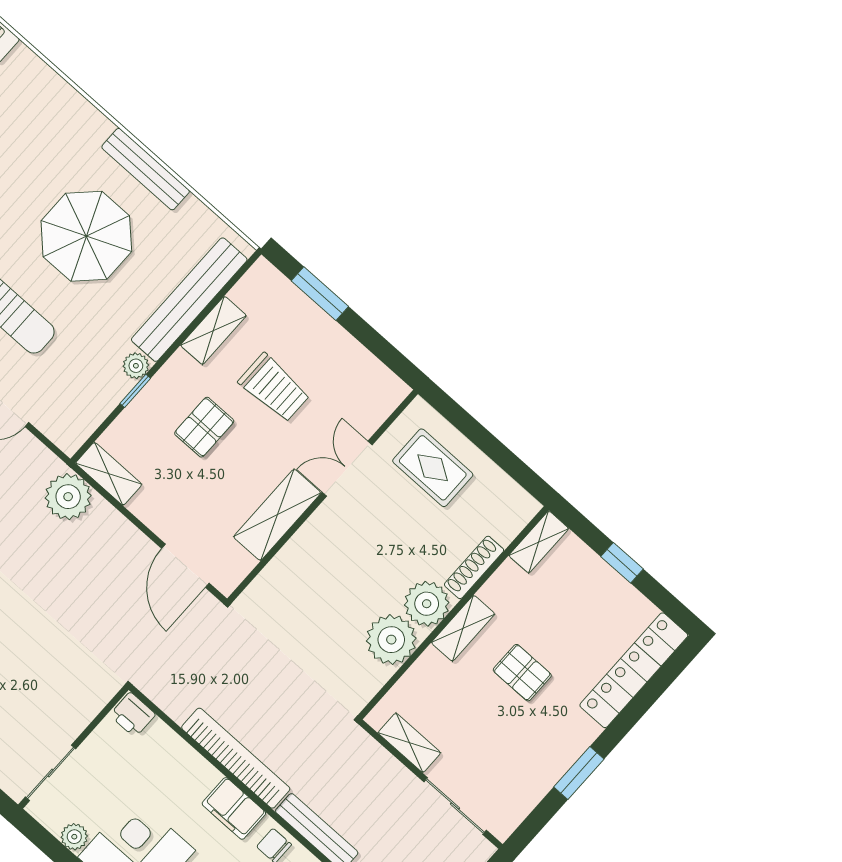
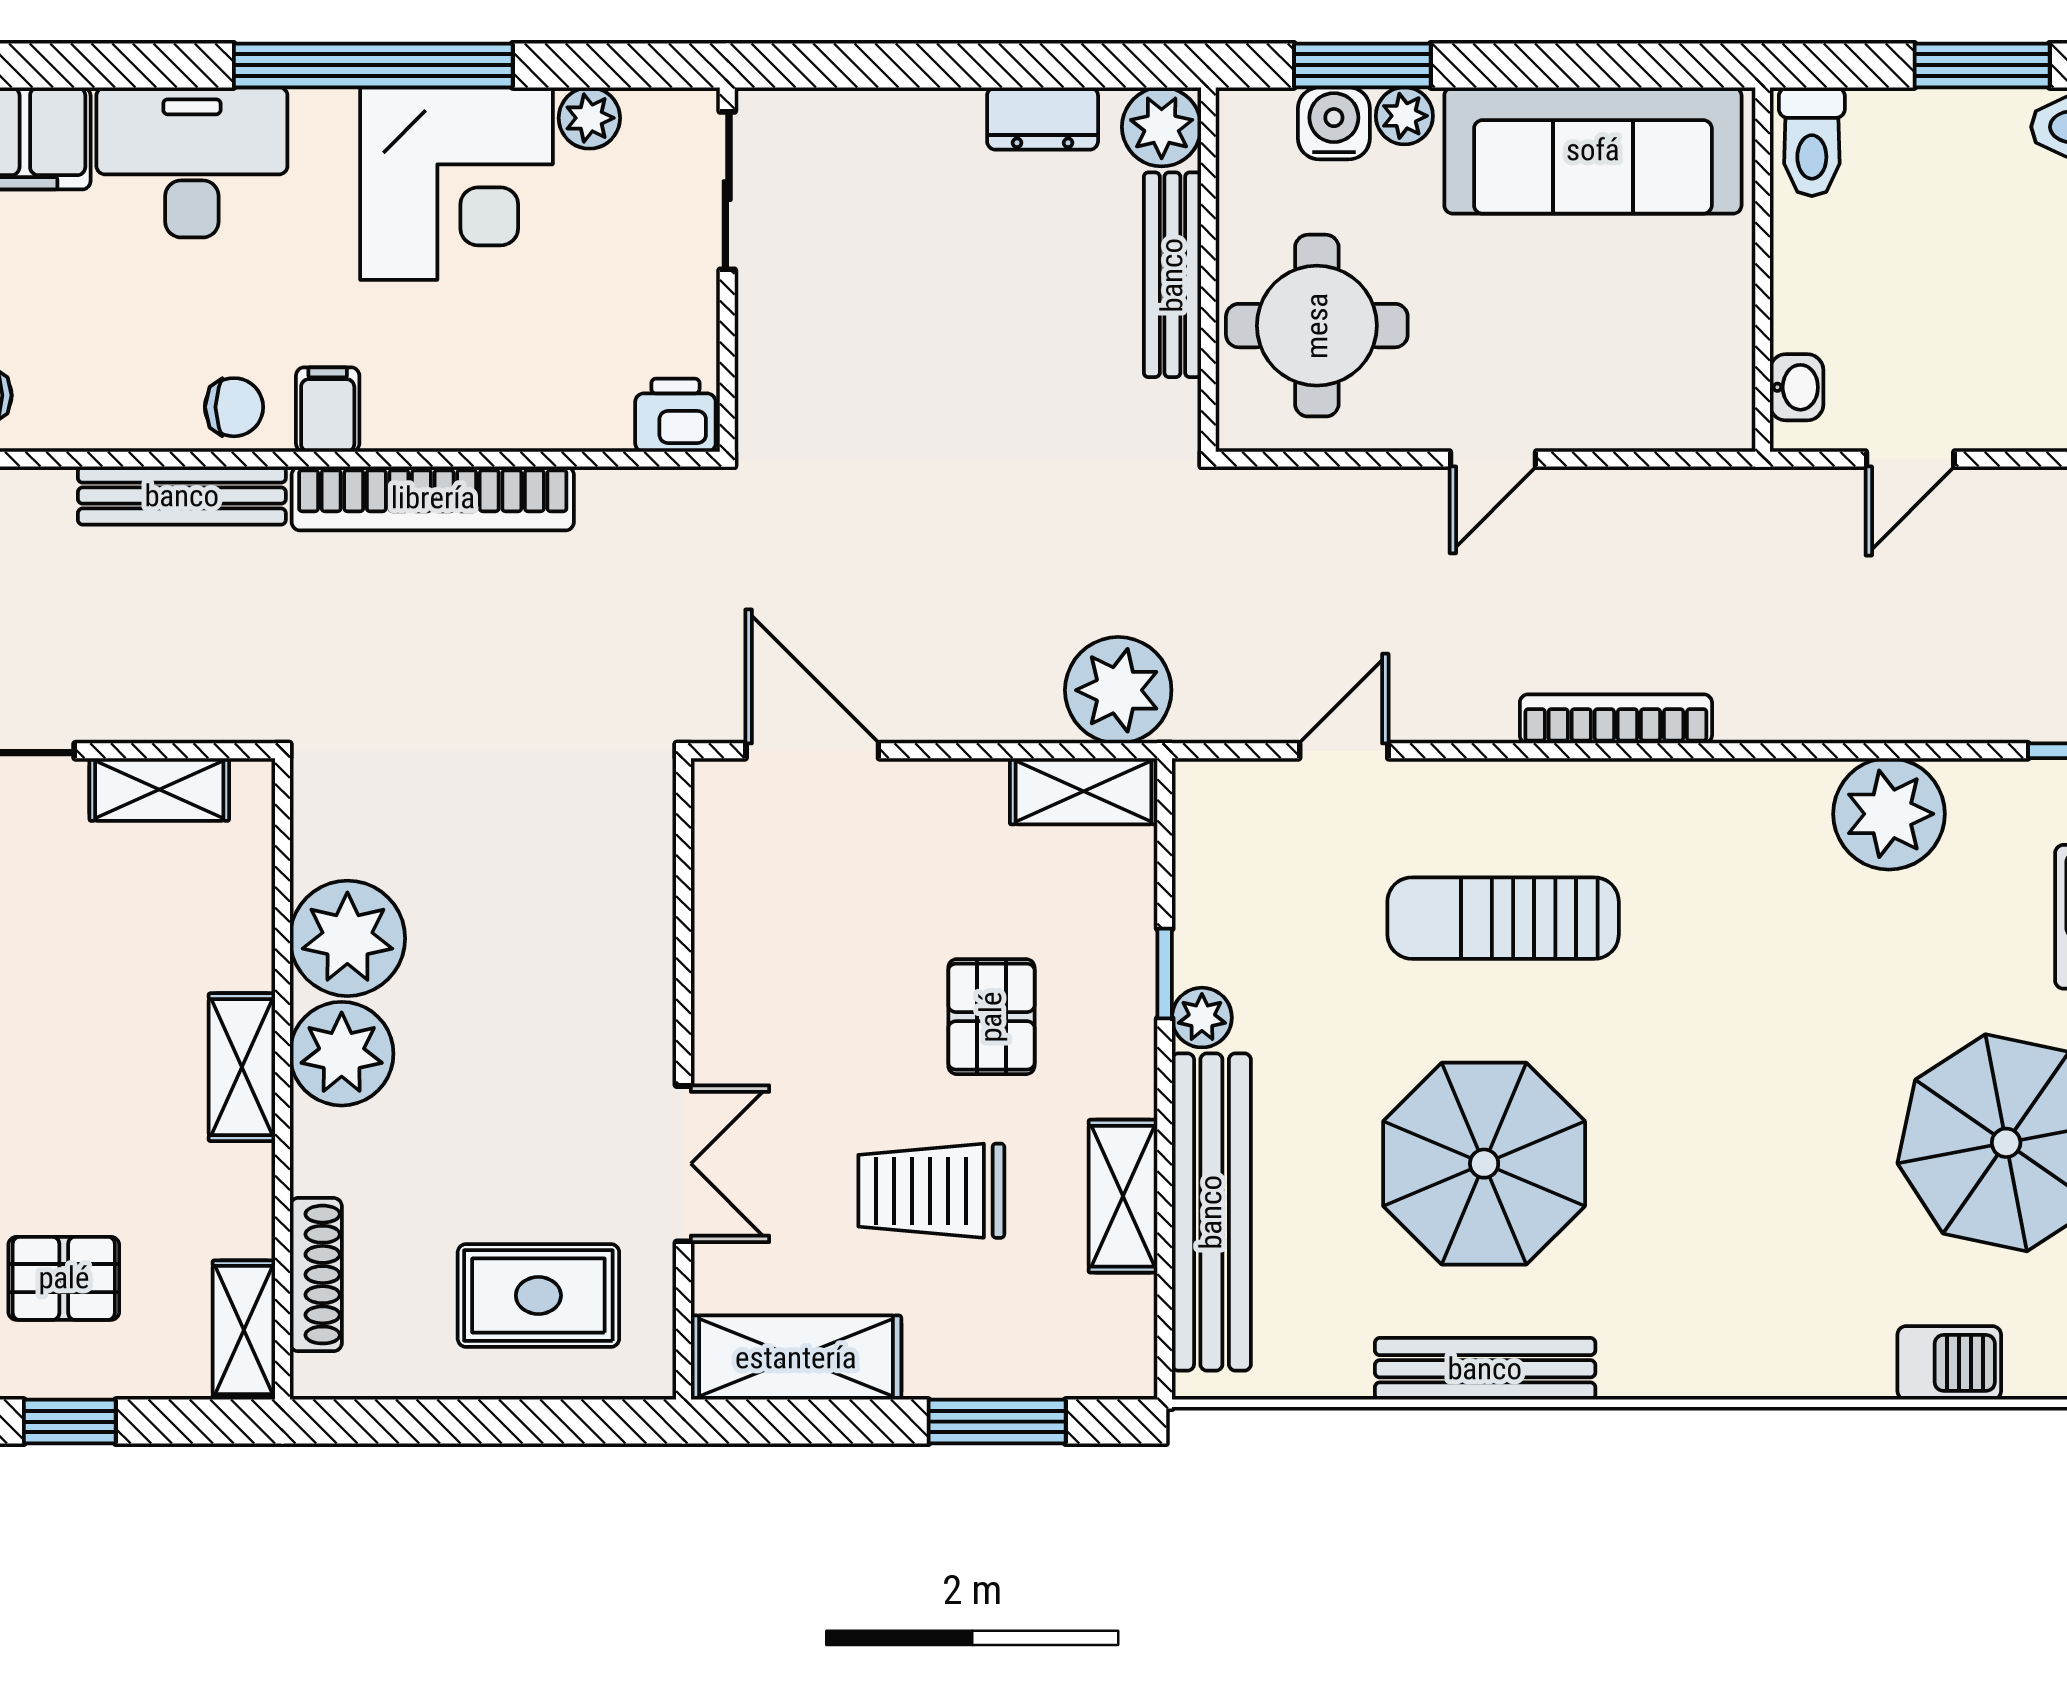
shelving: (277, 515) -> (796, 1358), moved, turned 90
shoe rack: (474, 567) -> (316, 1275), moved
pallet: (522, 673) -> (64, 1278), moved
filing cabinet: (234, 808) -> (328, 410), width x0.50

